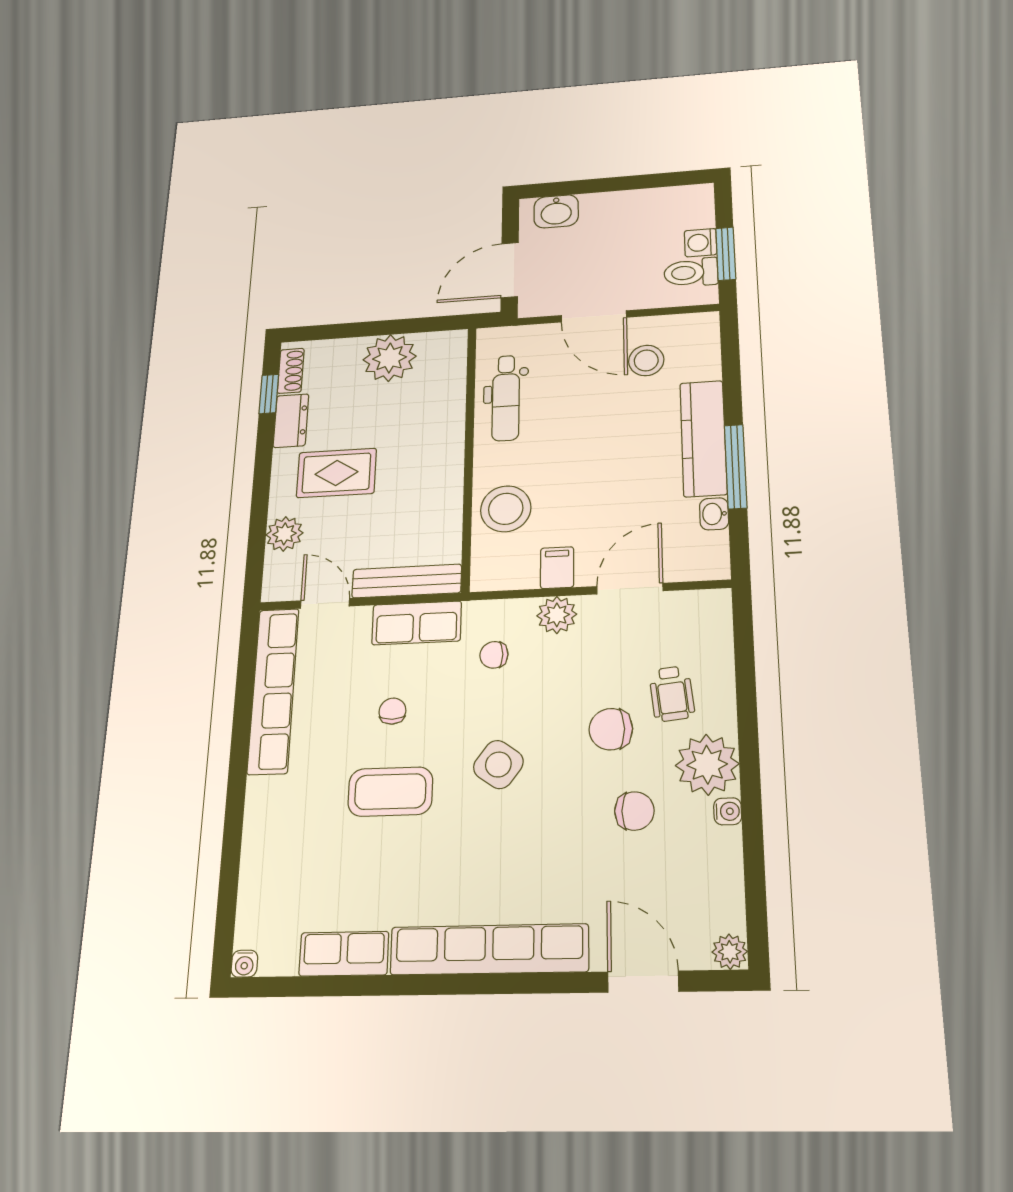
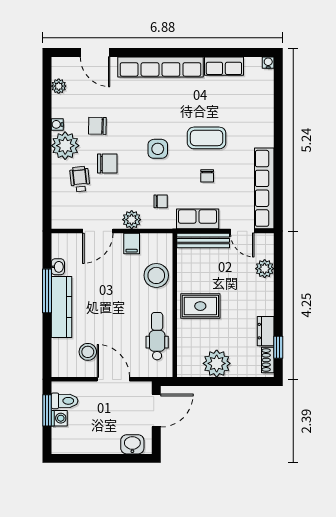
rug: (336, 473) -> (200, 306), moved
side table: (498, 765) -> (158, 149), turned -36
plant: (730, 952) -> (59, 86), moved

